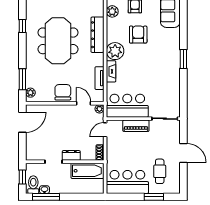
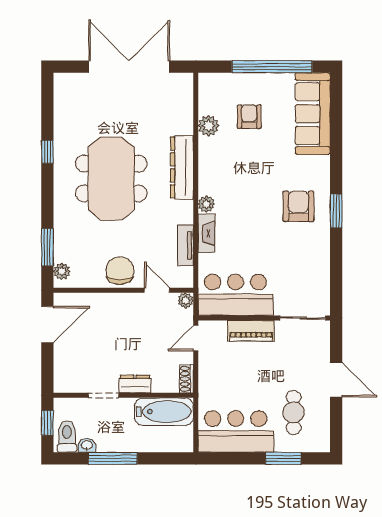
armchair: (138, 35) -> (298, 206), moved
plant: (115, 51) -> (206, 204), width x0.53, depth x0.53
window: (46, 197) -> (113, 458), moved

